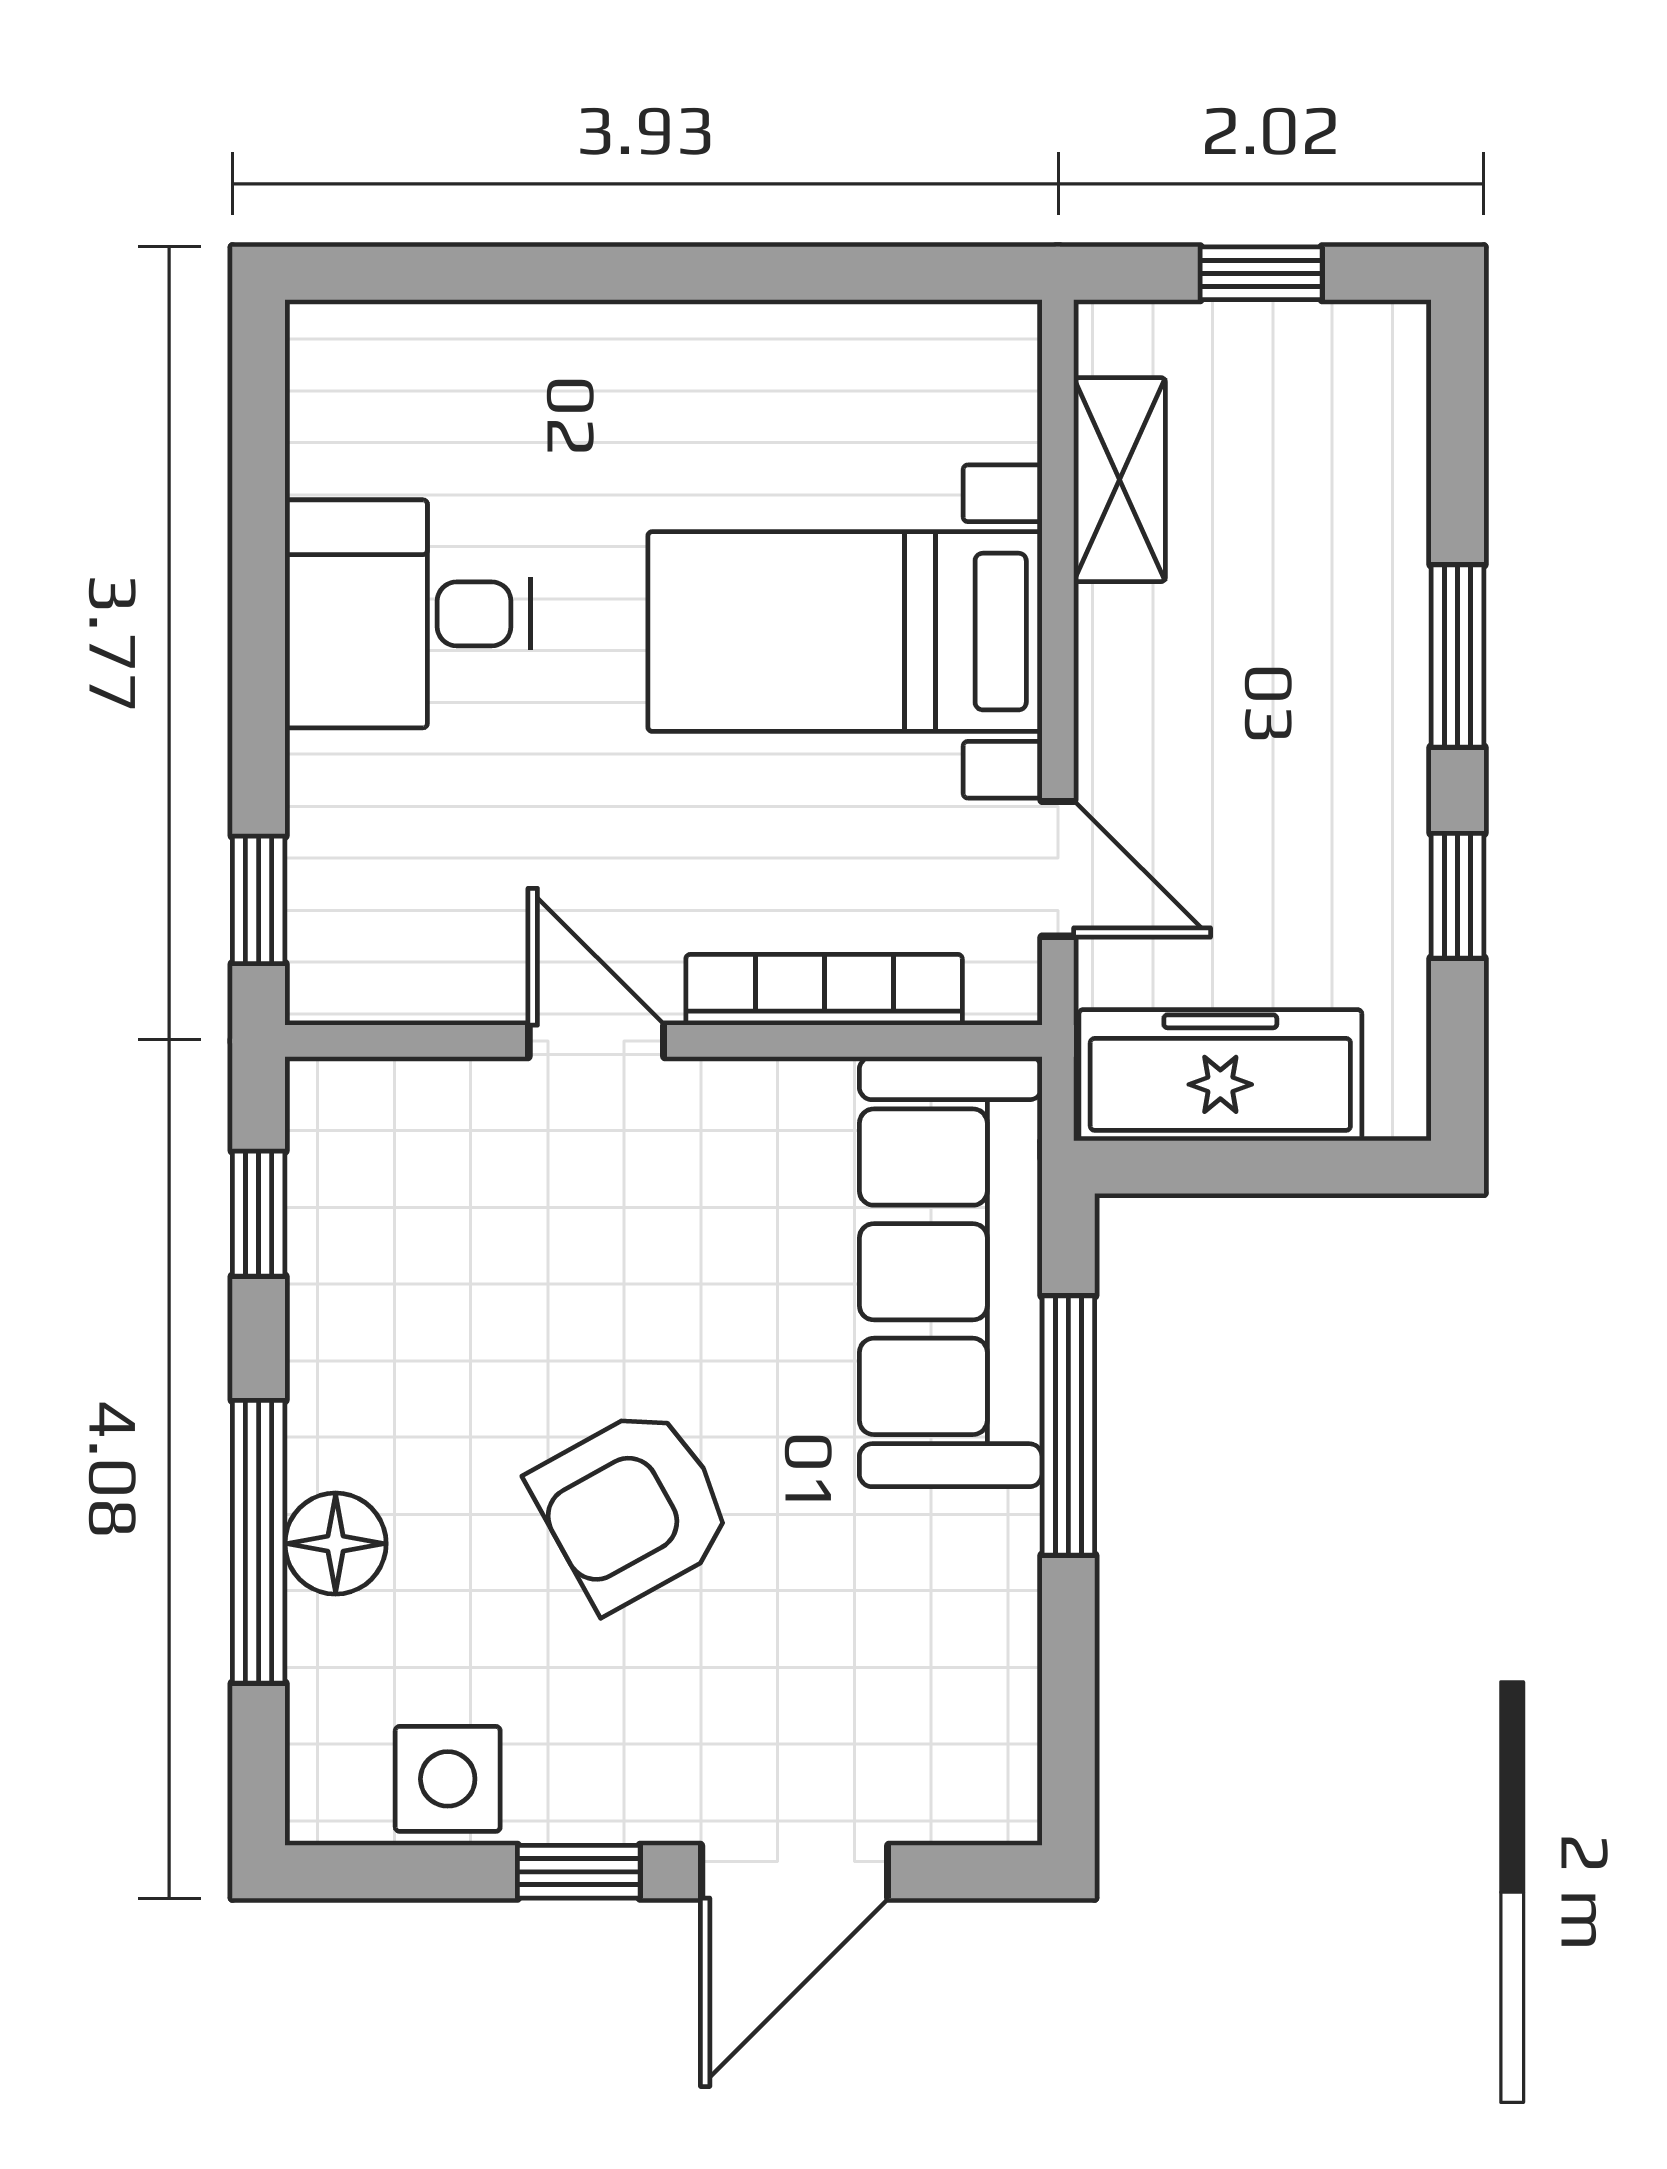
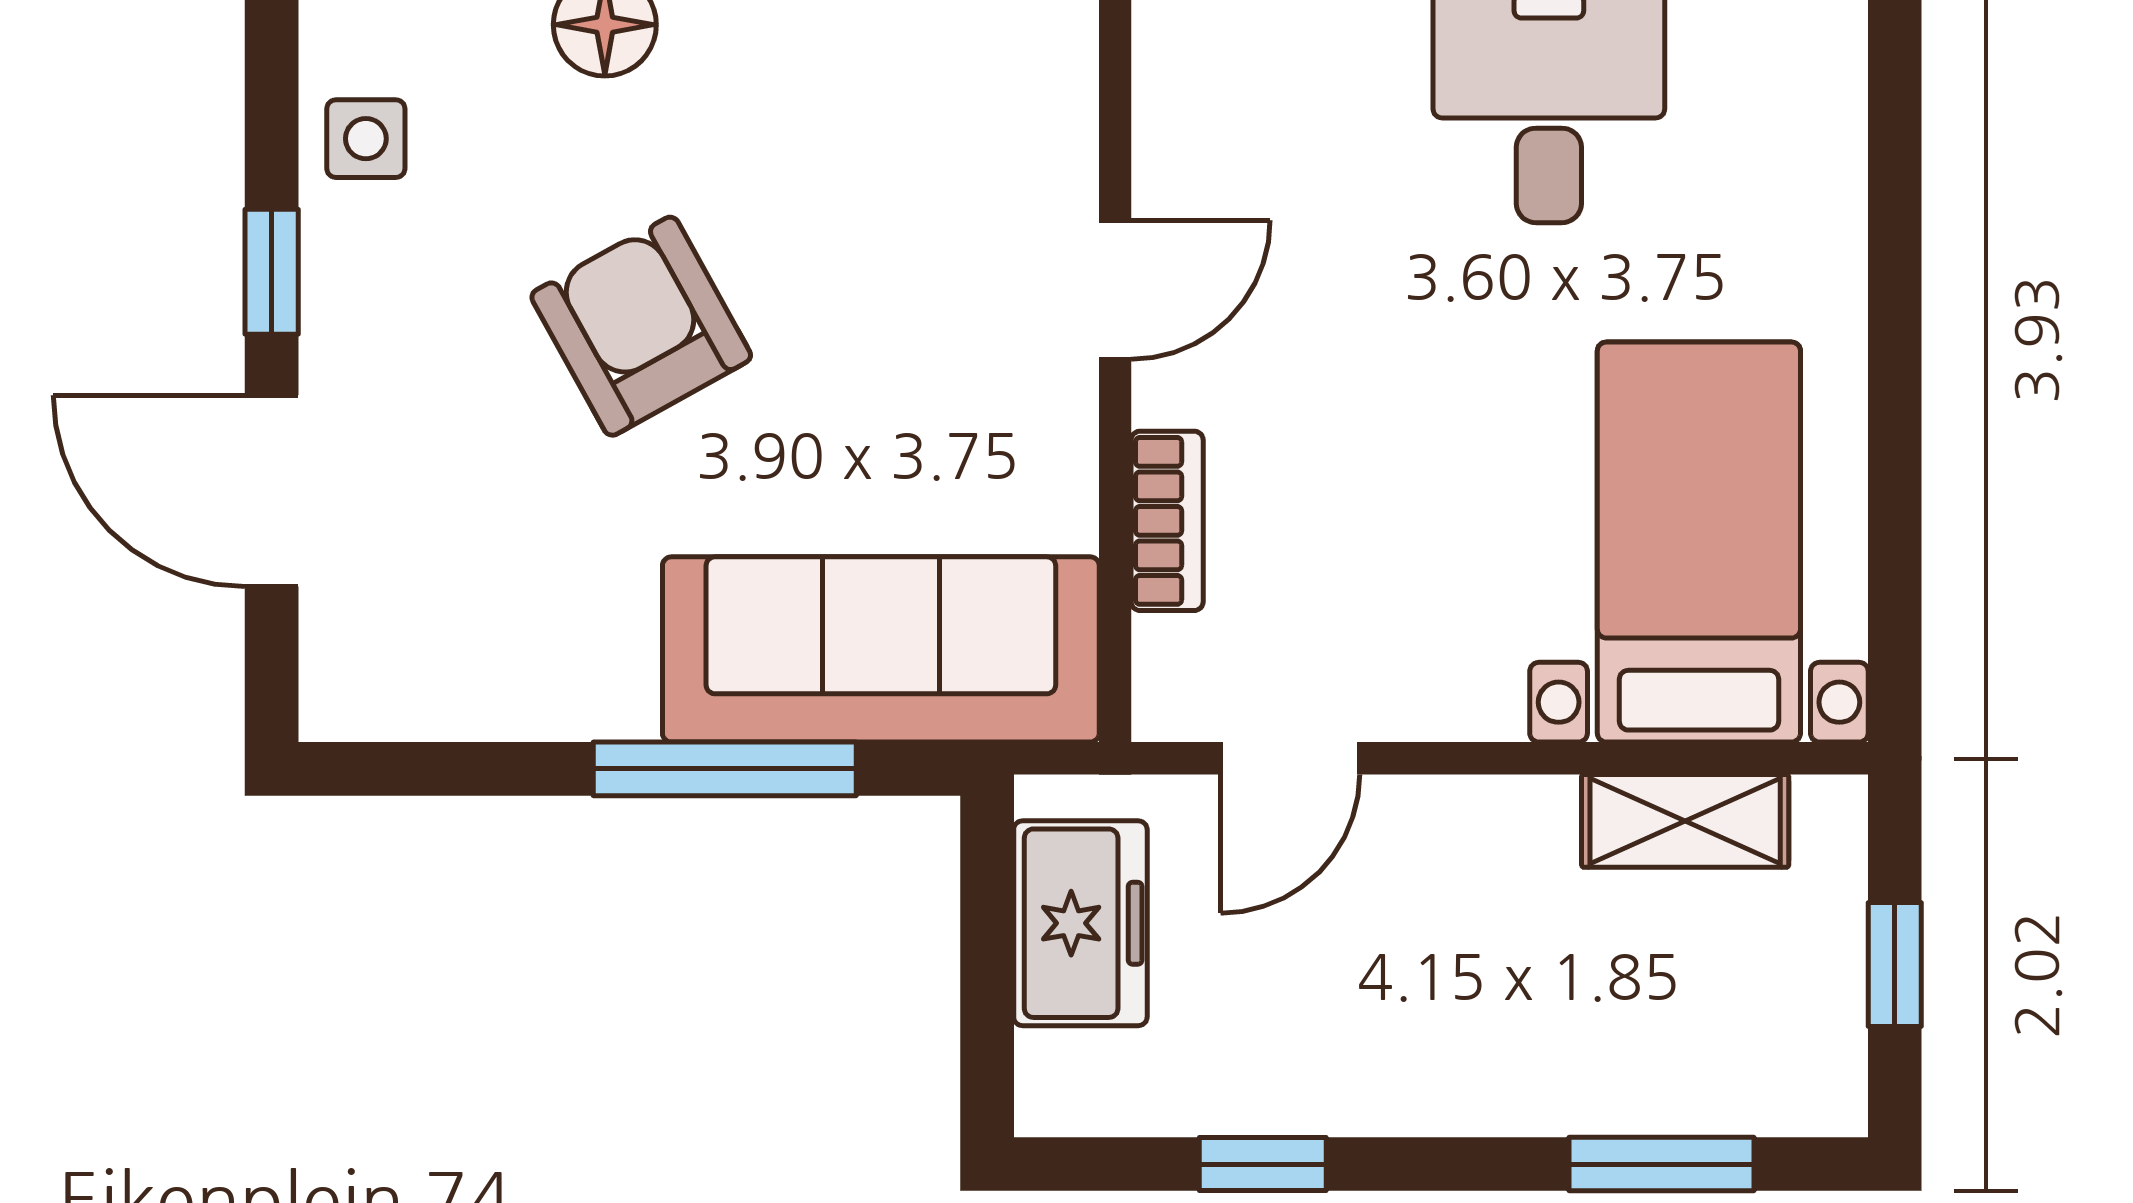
bed with nightstands: (845, 632) -> (1699, 542), moved
window: (1457, 656) -> (1662, 1164), moved
bookcase: (824, 990) -> (1167, 521), width x0.64
freezer: (1220, 1075) -> (1080, 923), width x0.71
side table: (448, 1779) -> (366, 139), width x0.73, depth x0.73

